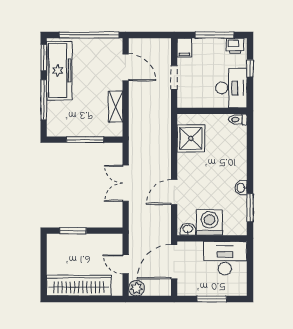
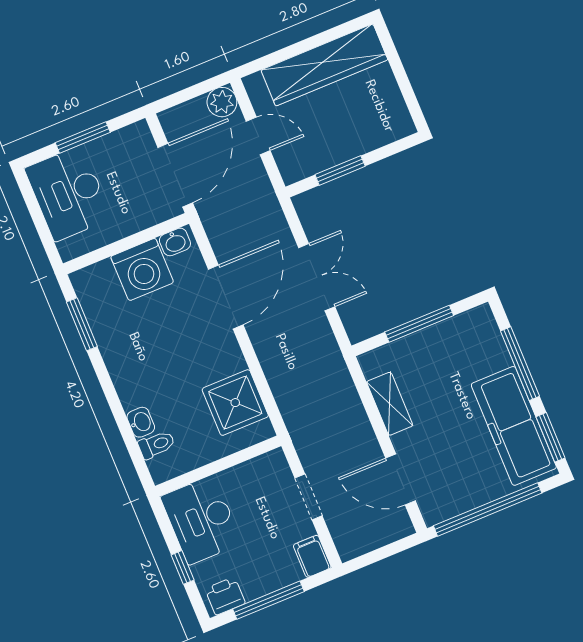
toilet: (238, 119) -> (157, 445), moved
washbasin: (241, 188) -> (141, 422), moved
door: (174, 192) -> (226, 297), width x1.36
window: (73, 231) -> (340, 170), moved
desk: (225, 258) -> (68, 193), moved, turned 90

